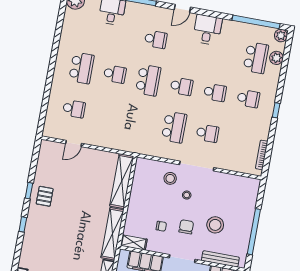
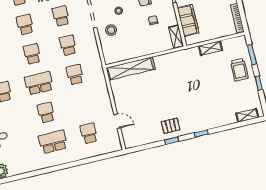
school desk: (141, 121) -> (75, 75), added
school desk: (174, 127) -> (68, 45), width x0.54
shelving: (112, 234) -> (177, 57), removed

